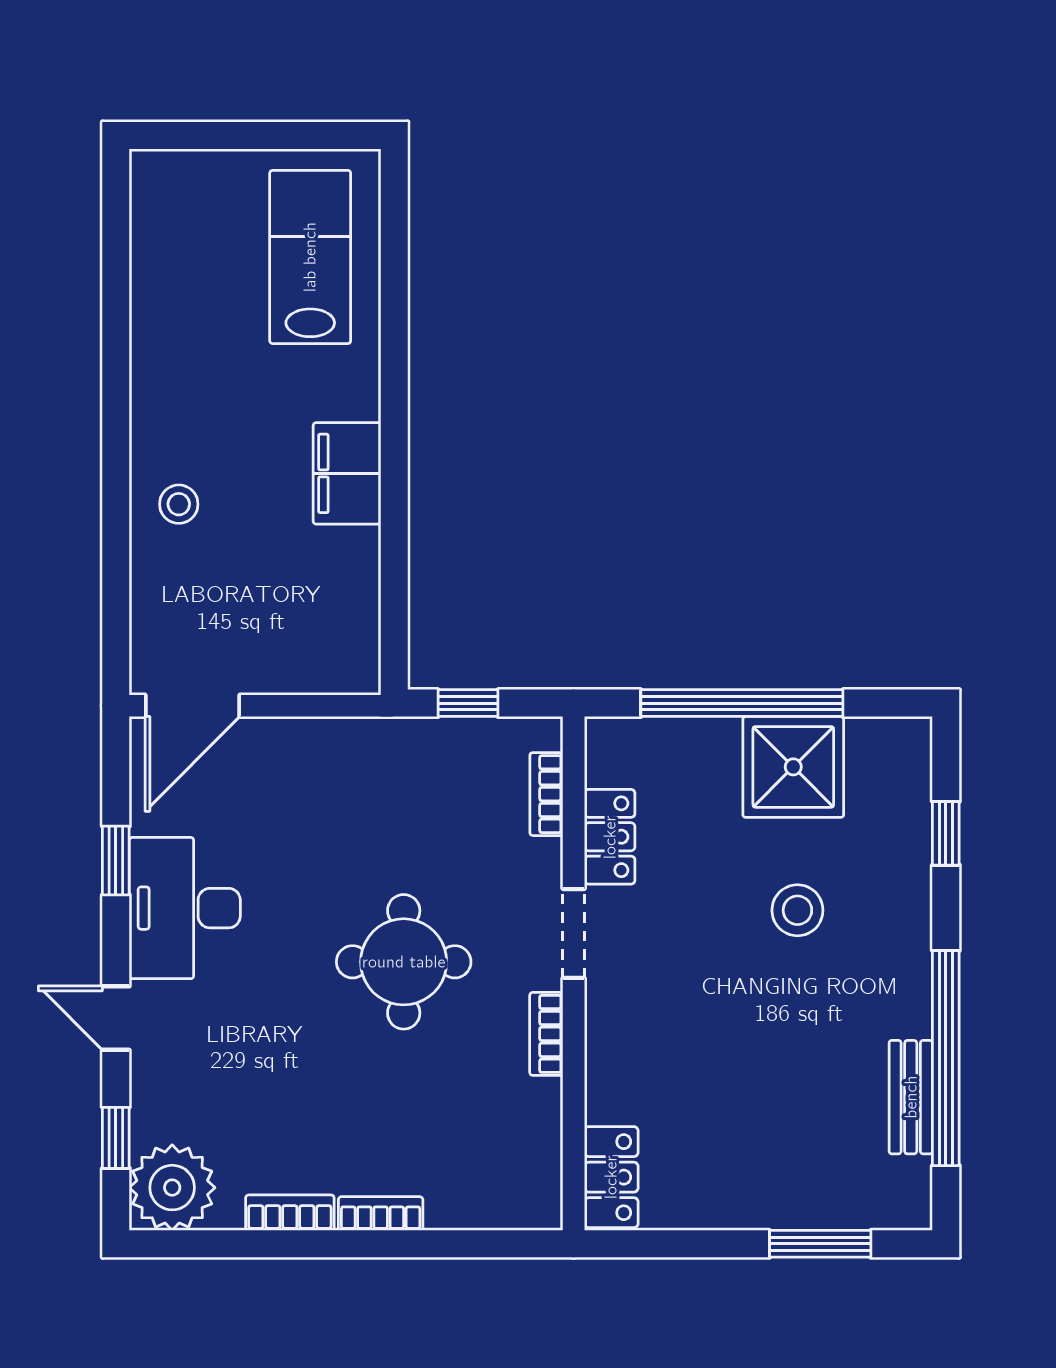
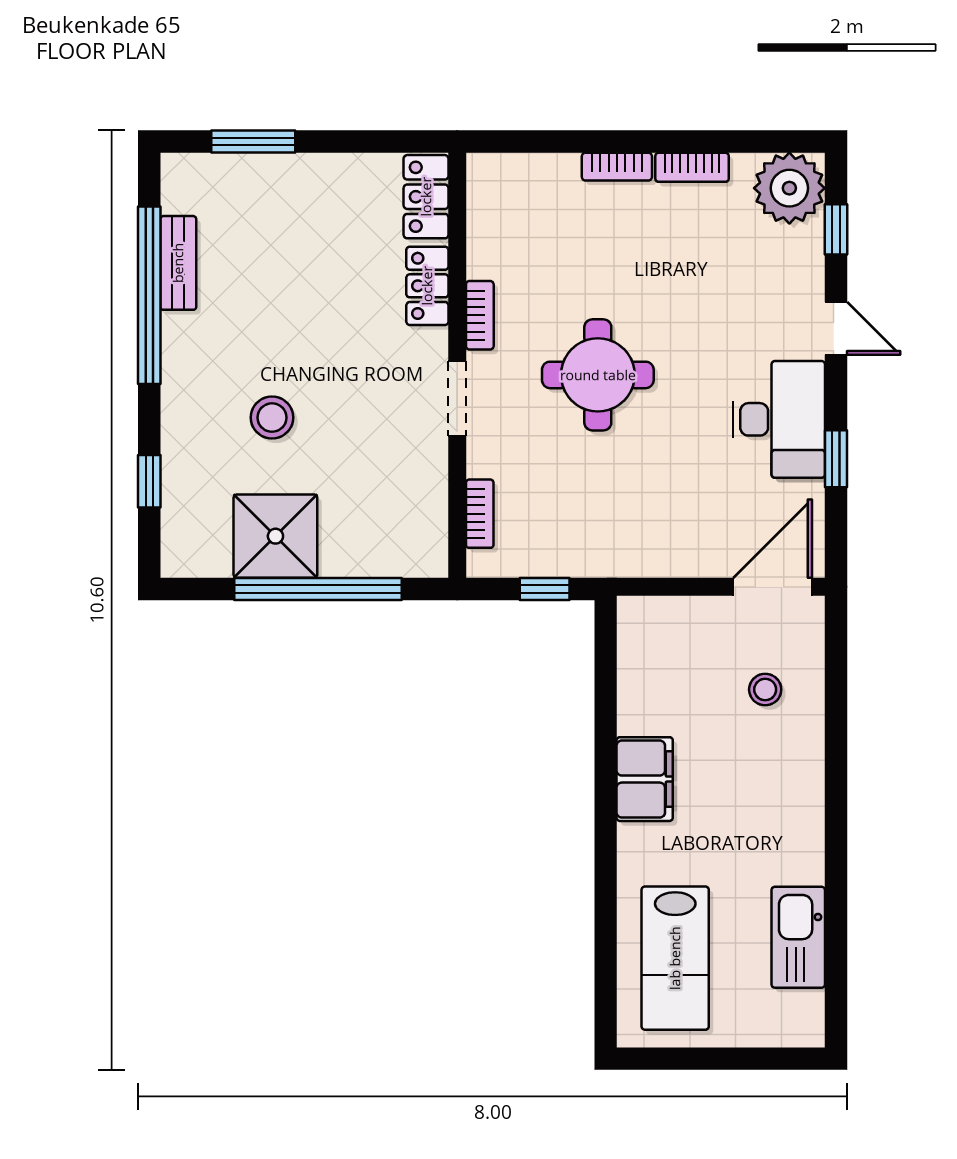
kitchen sink: (161, 282) -> (798, 937), added
stool: (179, 504) -> (765, 690), moved
locker: (610, 837) -> (427, 286), moved

